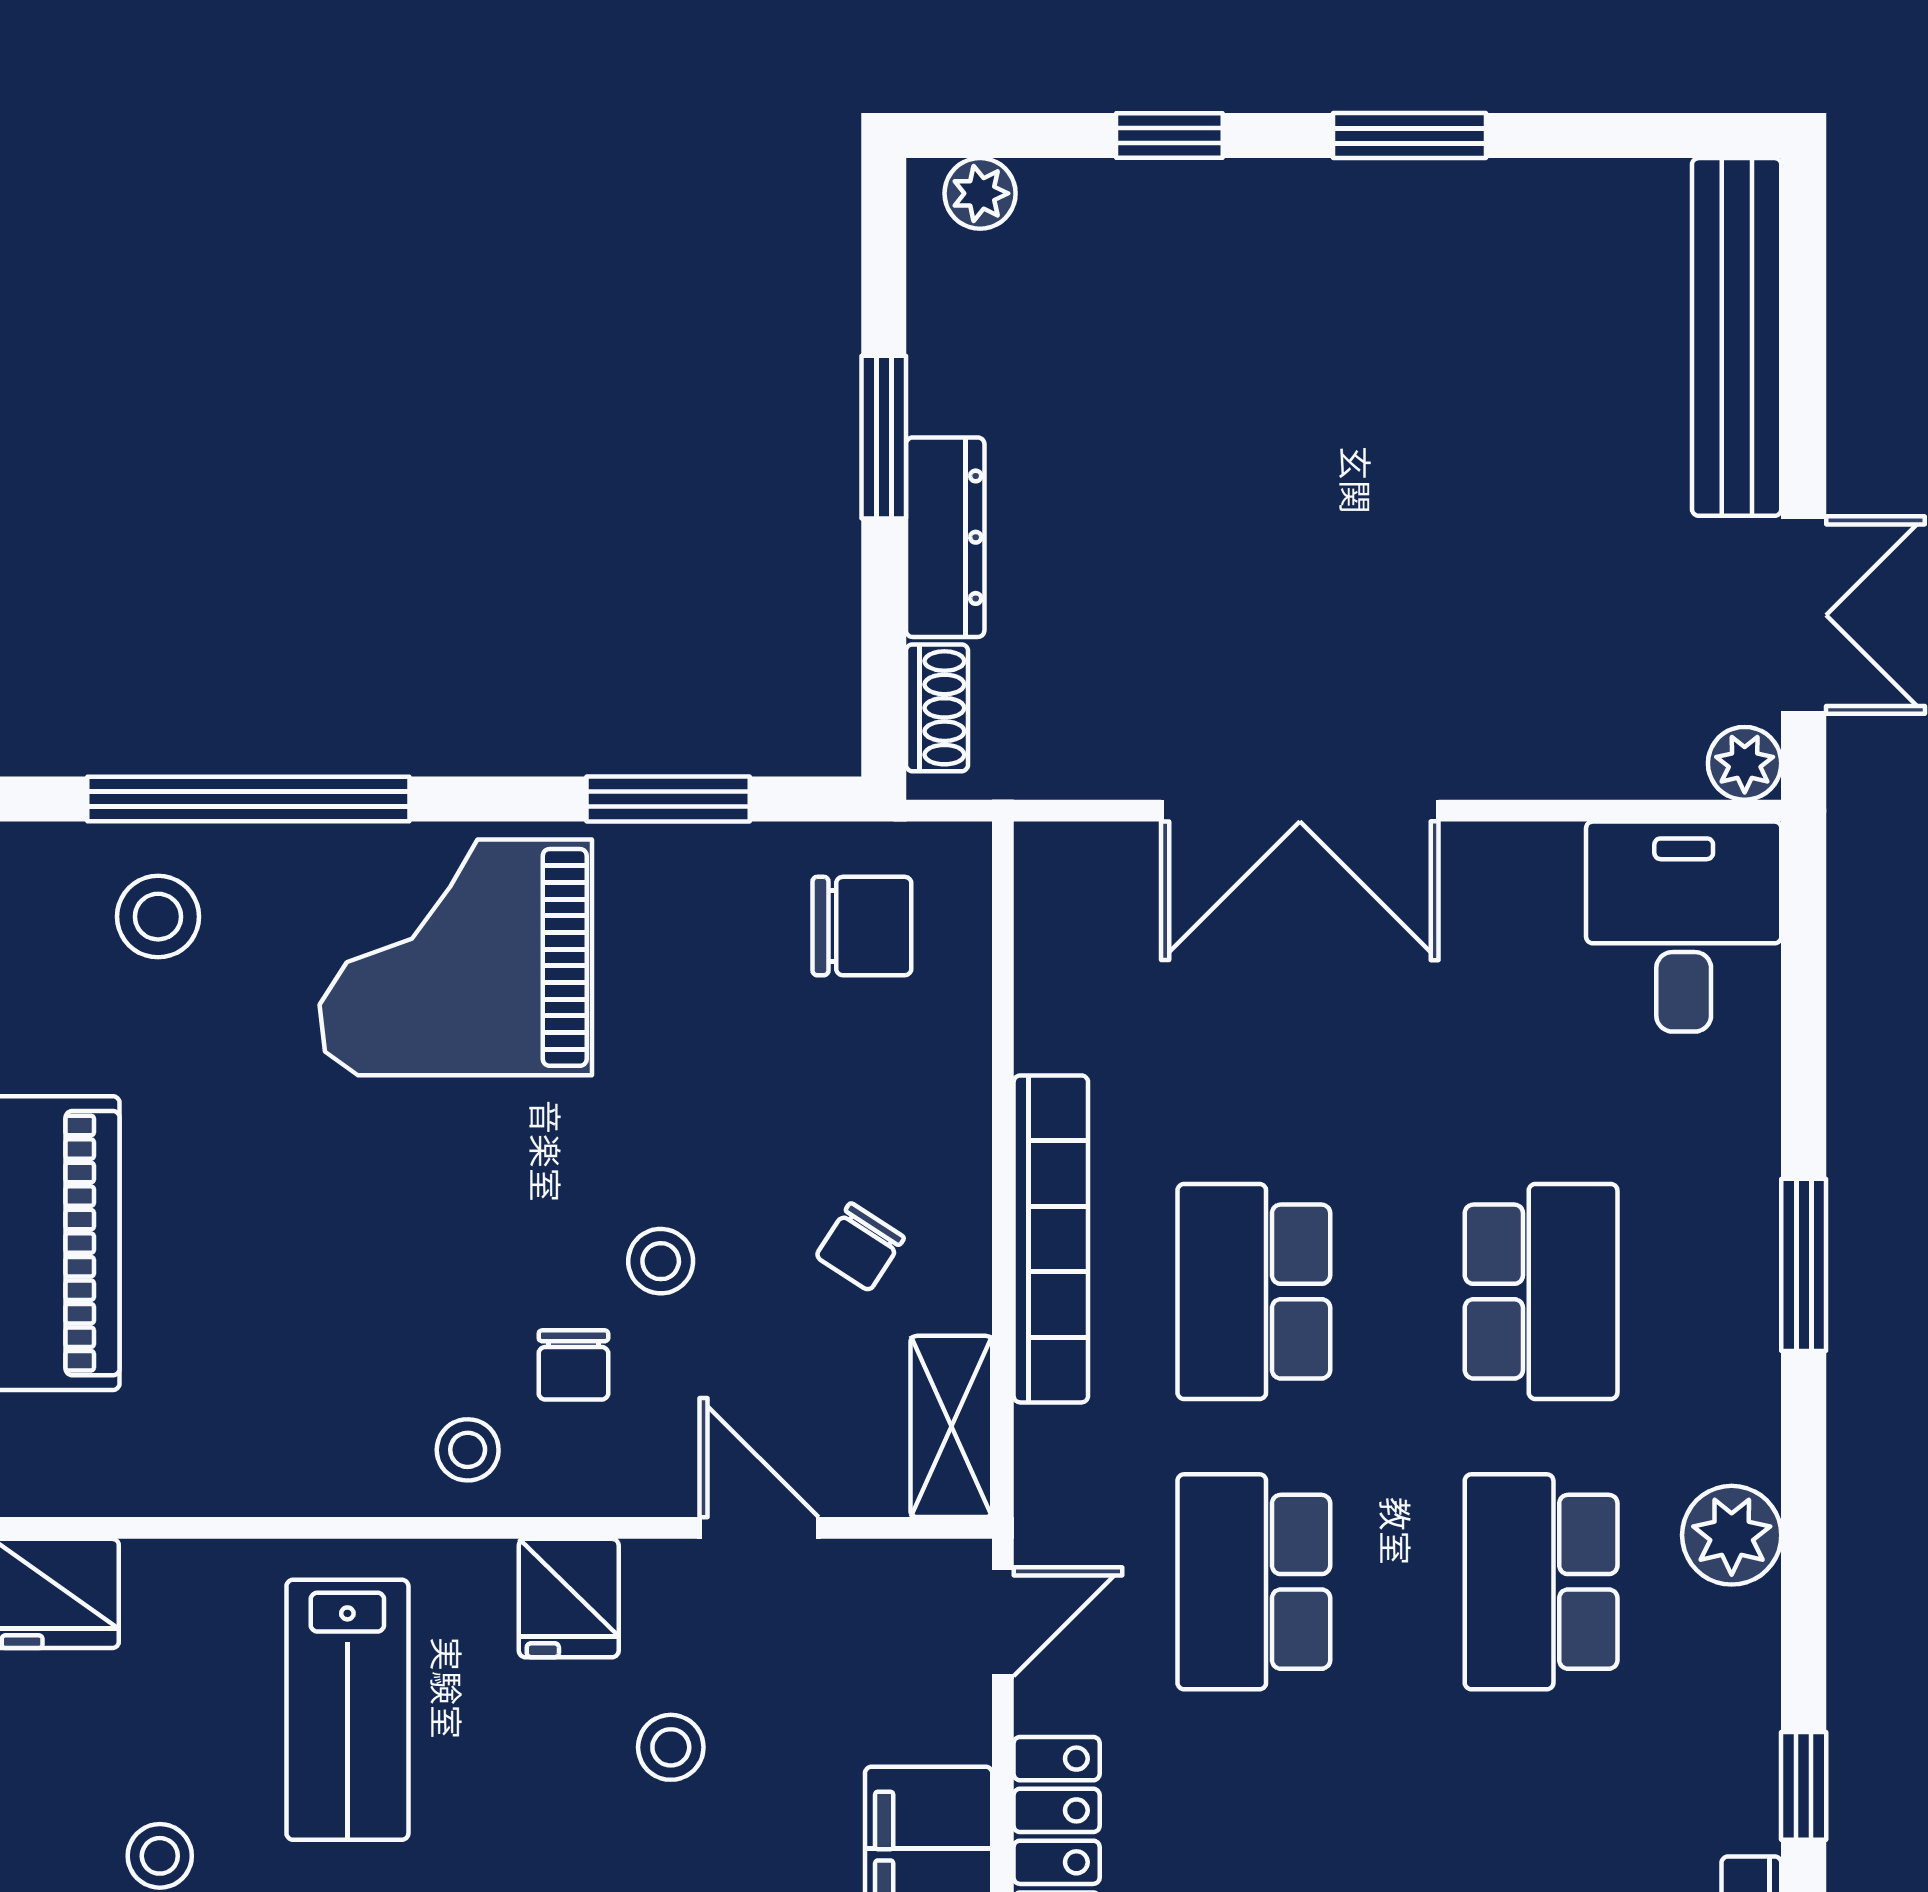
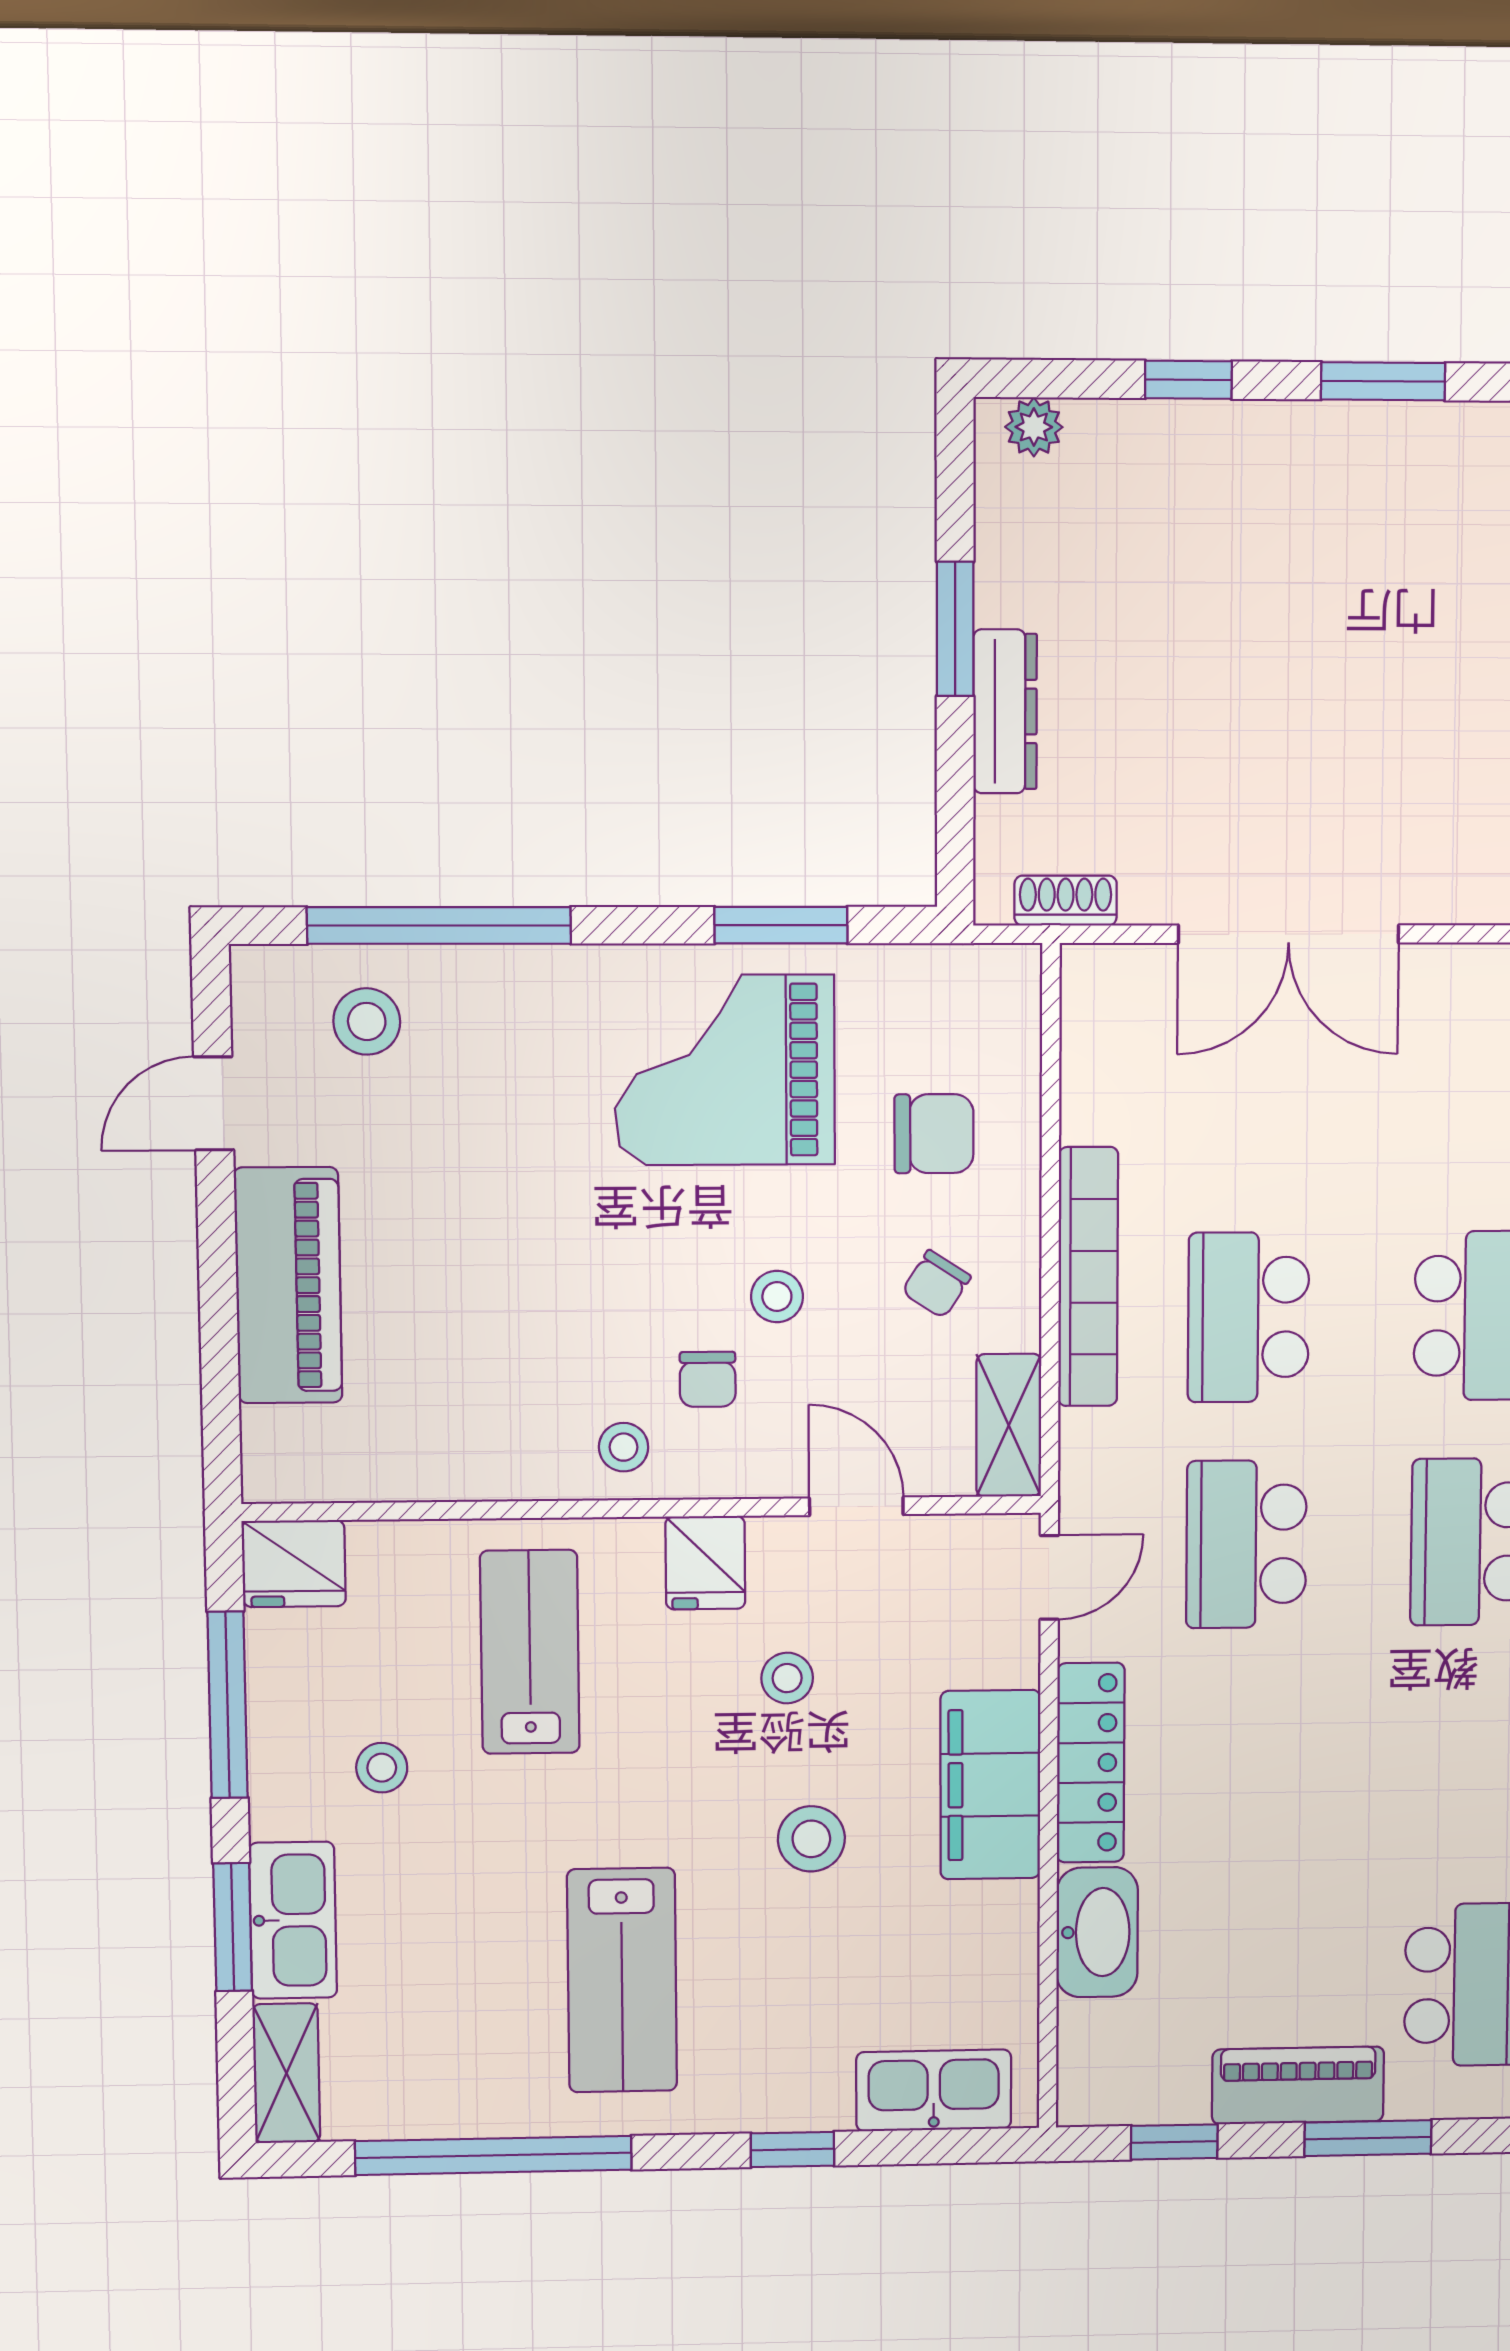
shoe rack: (937, 708) -> (1066, 901), moved, turned -90
chair: (862, 926) -> (934, 1134), moved
grand piano: (456, 957) -> (725, 1070), moved
lab bench: (347, 1710) -> (530, 1652), turned 180

